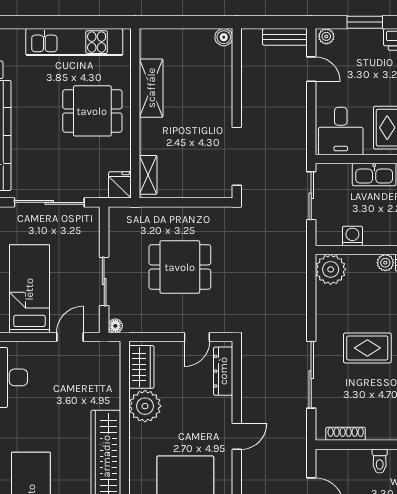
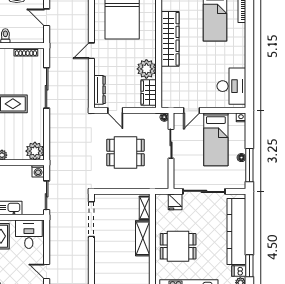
shelving: (151, 88) -> (143, 238), moved
fridge: (120, 185) -> (175, 202), moved
washing machine: (352, 236) -> (38, 171), moved
door: (197, 337) -> (115, 110), swing flipped

